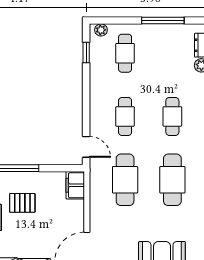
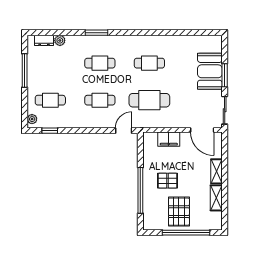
cafe table: (172, 180) -> (149, 63), width x0.73, depth x0.74
filing cabinet: (75, 185) -> (169, 139), moved
pallet: (22, 203) -> (168, 181), turned 90

